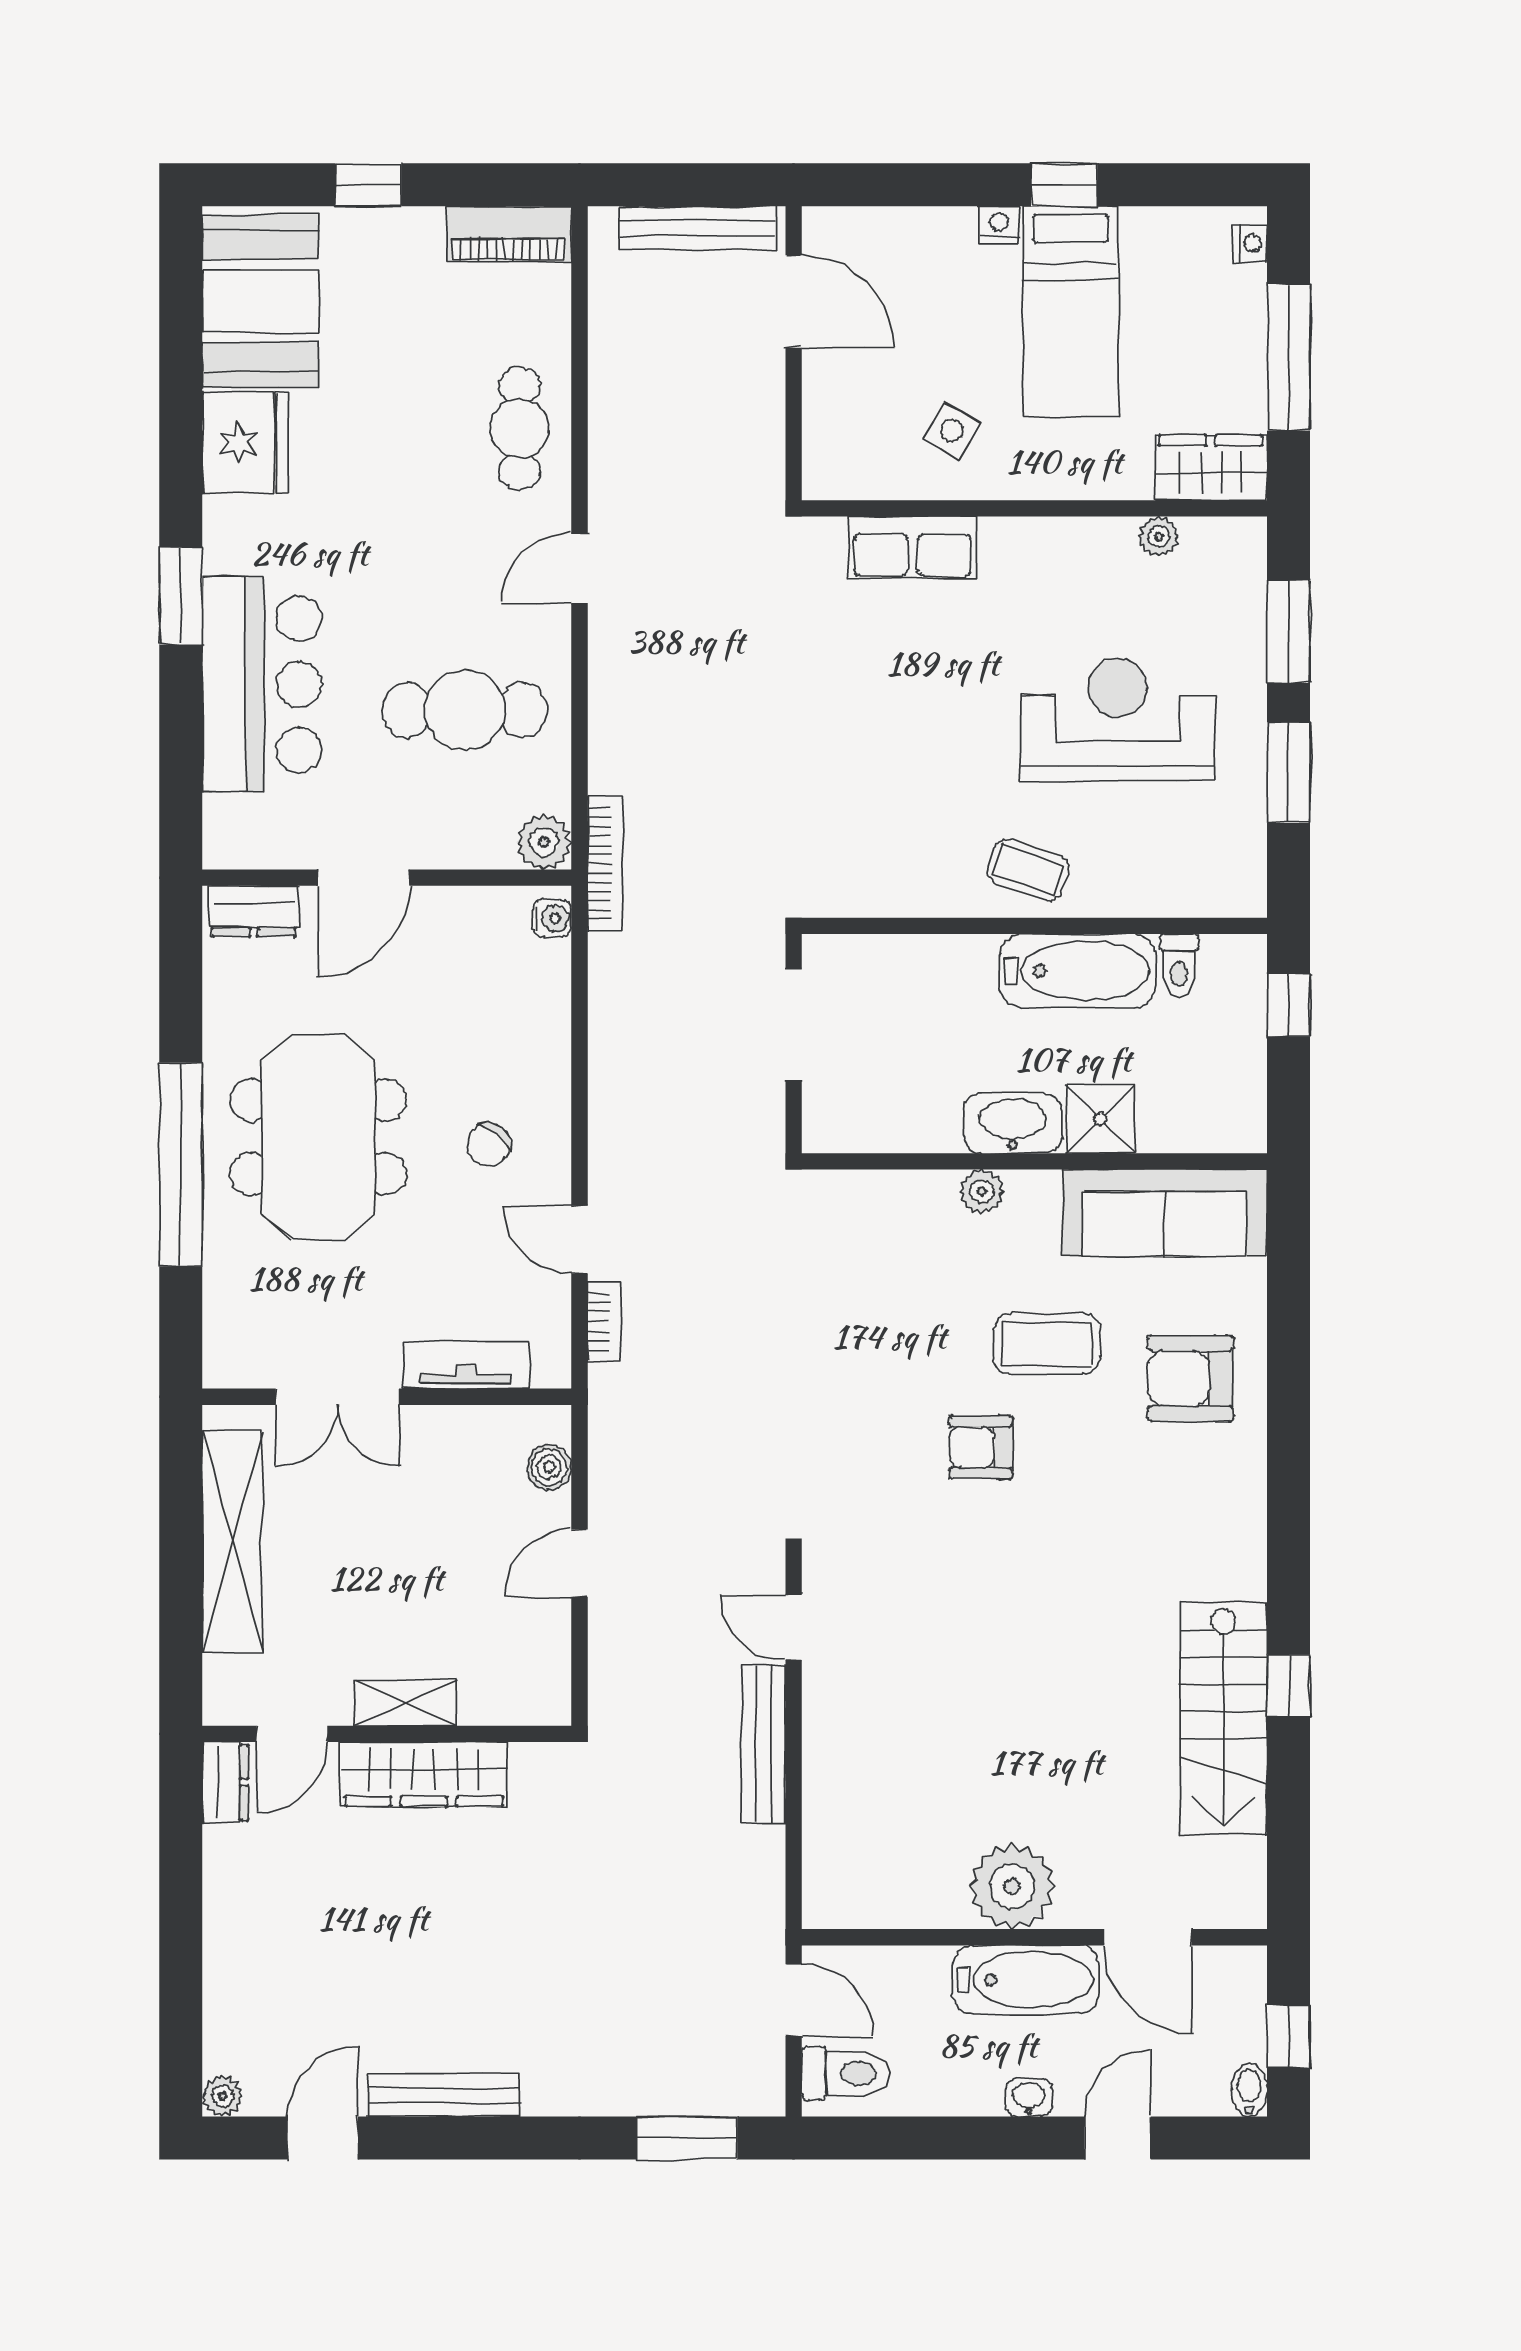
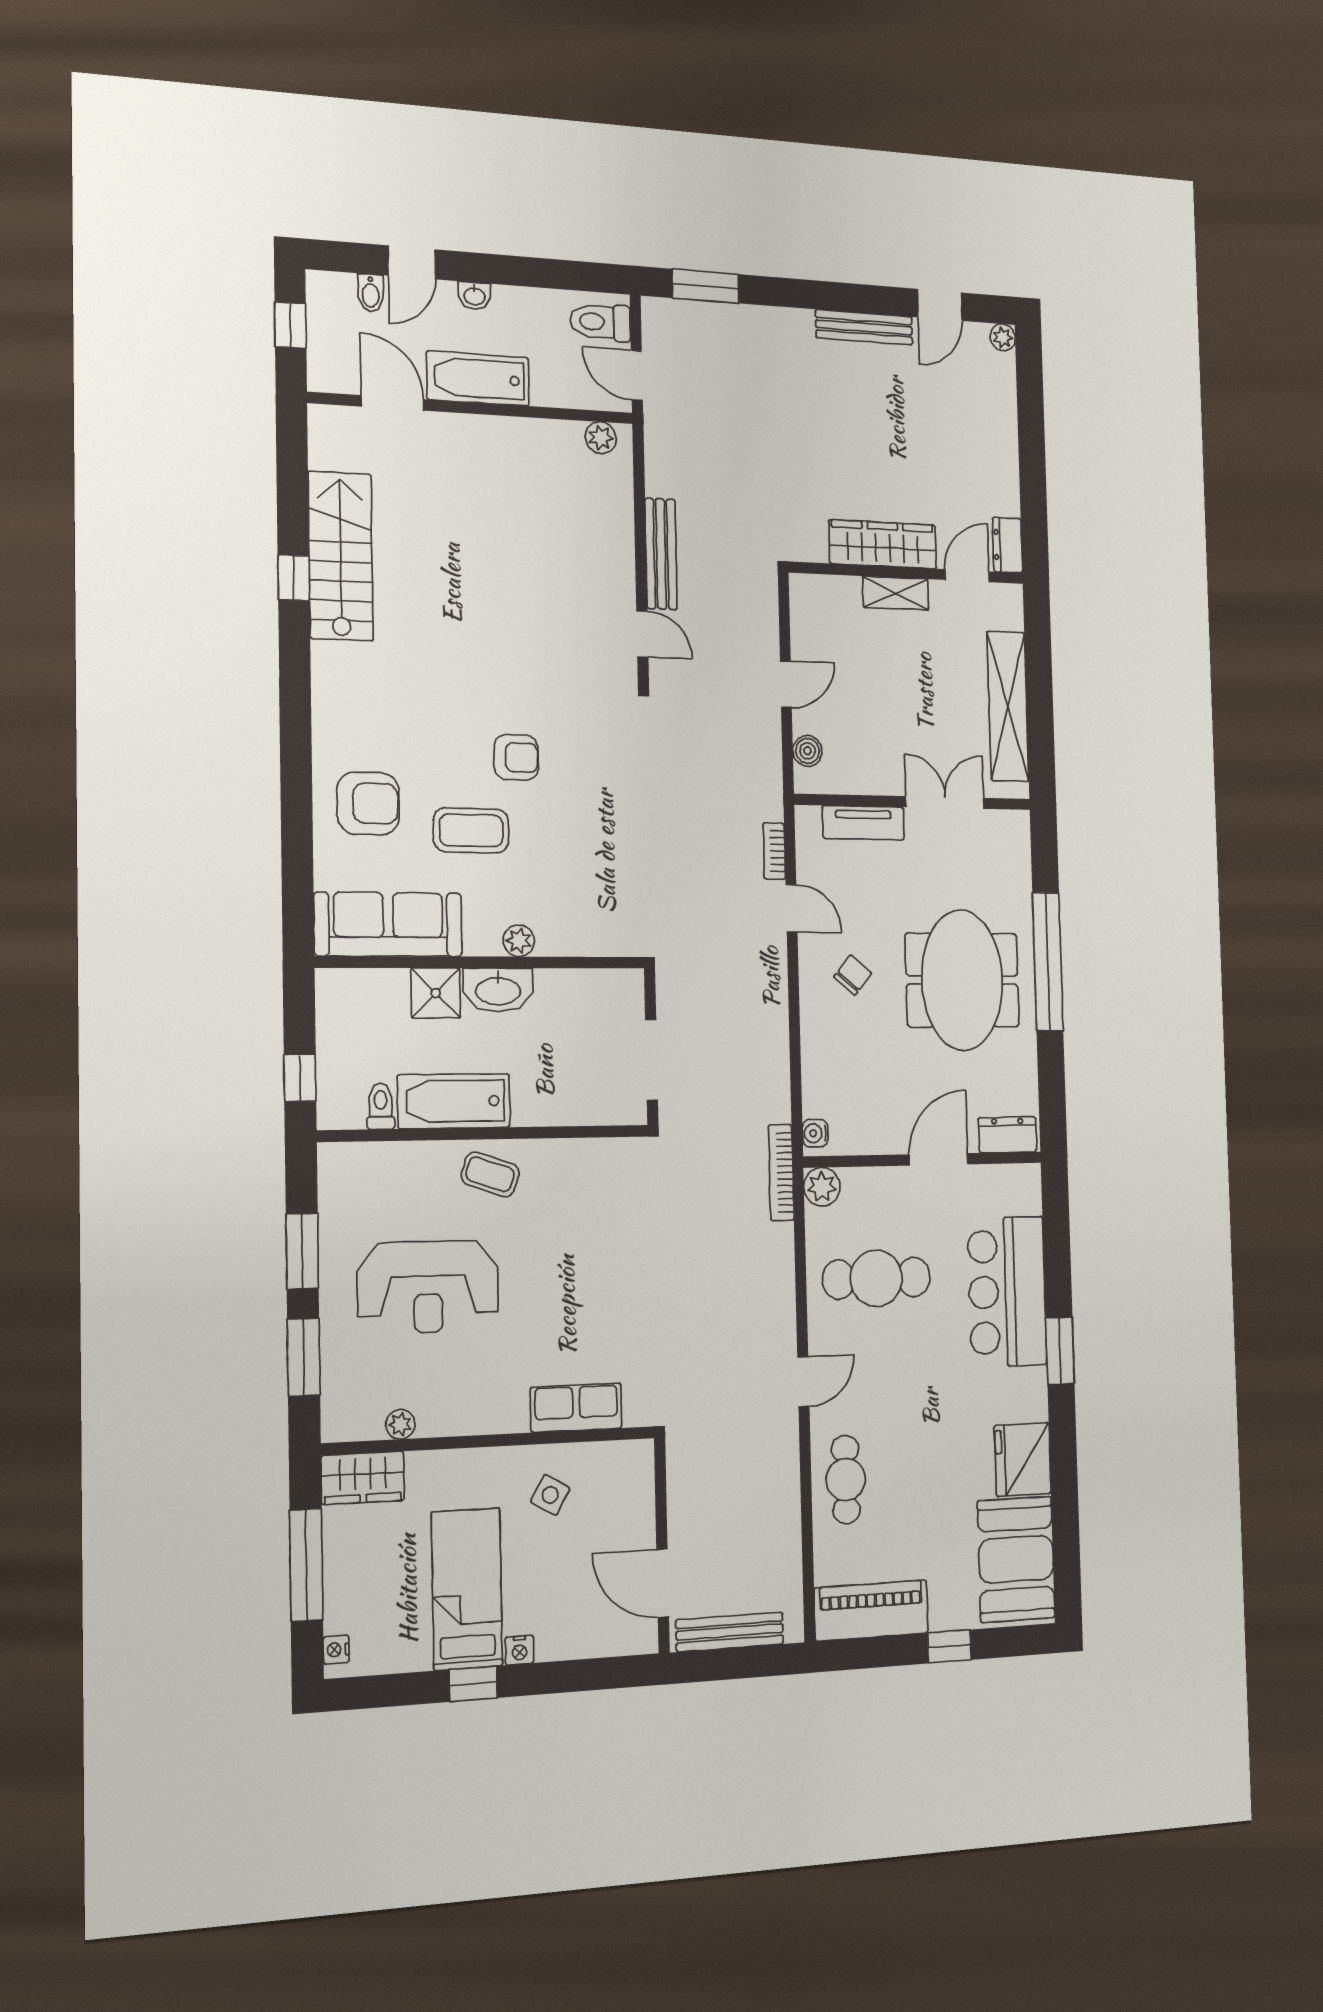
piano: (509, 234) -> (871, 1610), width x1.37, depth x1.33
plant: (1012, 1886) -> (601, 438), moved, width x0.53, depth x0.53
bidet: (1249, 2090) -> (371, 293), moved

